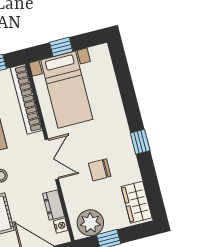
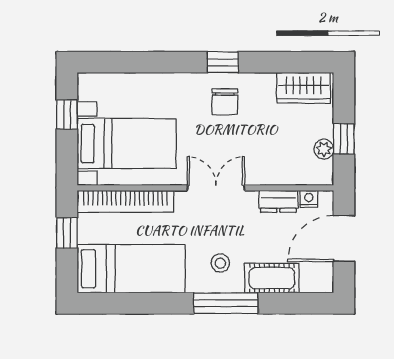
window: (61, 47) -> (67, 114), moved
chair: (100, 170) -> (225, 102), moved
plant: (90, 223) -> (324, 149), width x0.53, depth x0.53

